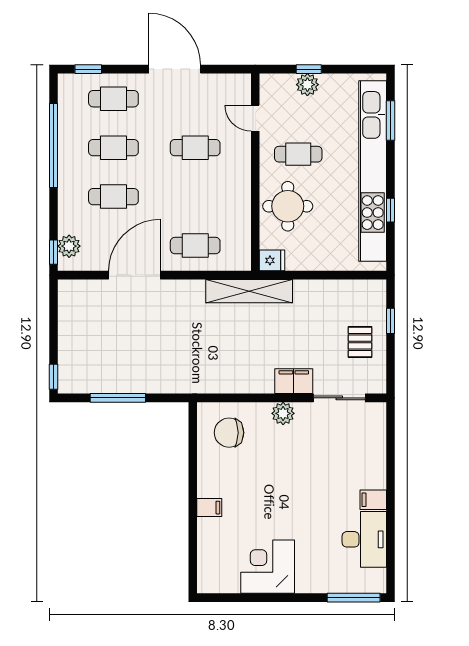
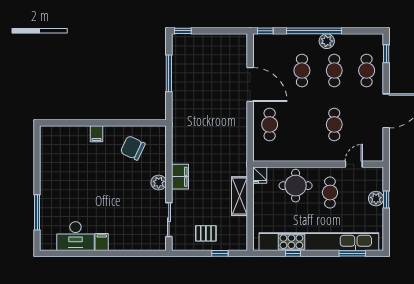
window: (53, 145) -> (314, 31), moved
plant: (69, 246) -> (327, 41), moved
shelving: (249, 291) -> (240, 196), moved, width x0.68
filing cabinet: (294, 381) -> (180, 177), moved
chair: (229, 433) -> (133, 148), moved, turned -65
corner desk: (268, 567) -> (57, 172), removed
window: (354, 598) -> (37, 212), moved

